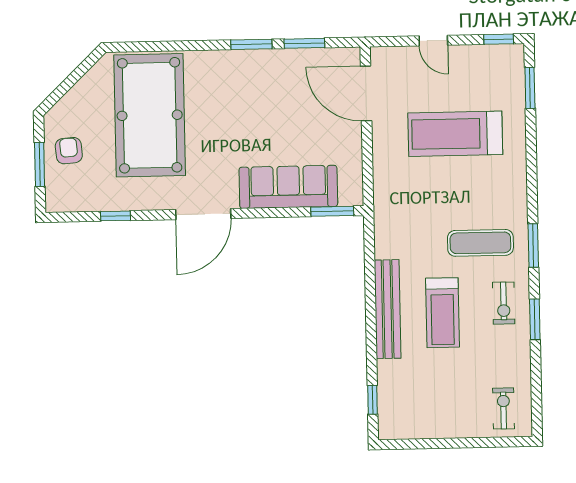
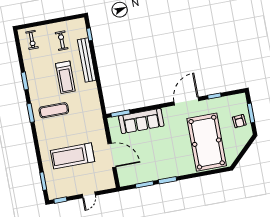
door: (433, 41) -> (89, 195), swing flipped
door: (366, 93) -> (112, 155), moved
treadmill: (455, 134) -> (72, 156), turned 180
door: (203, 214) -> (186, 101), moved
exercise bike: (504, 303) -> (62, 41), moved
bench: (388, 309) -> (87, 60), moved
treadmill: (442, 313) -> (65, 77), turned 180

